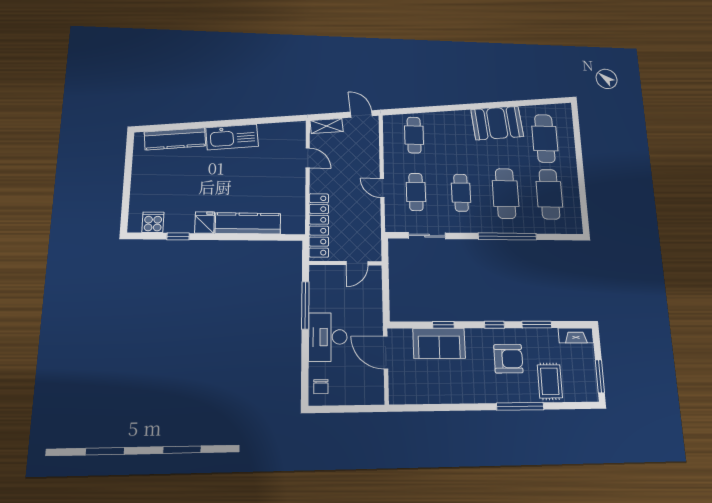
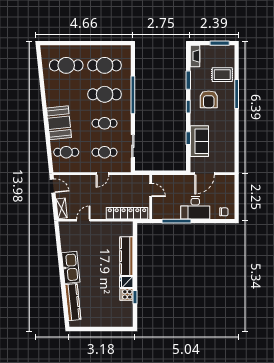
door: (361, 114) -> (53, 186), swing flipped
booth: (497, 123) -> (59, 123), moved
cooker: (153, 222) -> (127, 294), moved
armchair: (508, 359) -> (209, 99), turned 180

